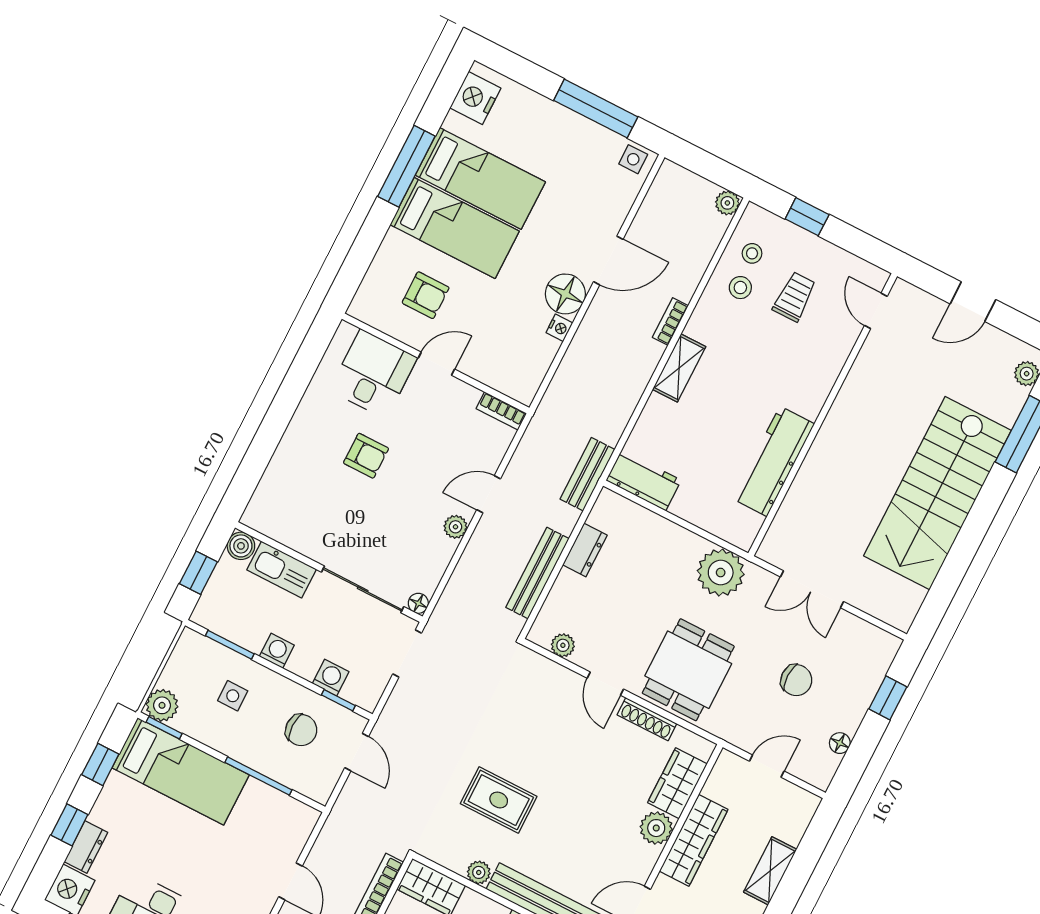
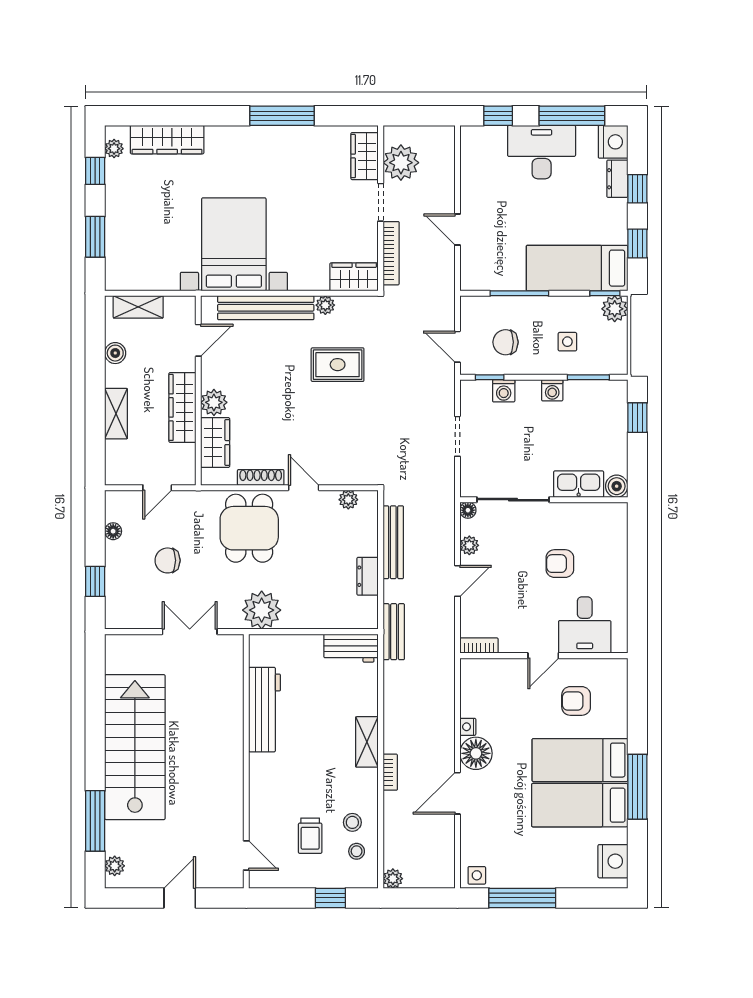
boiler: (241, 546) -> (617, 486), moved
kitchen sink: (282, 570) -> (579, 484), moved
wall: (329, 572) -> (544, 500), moved
sliding door: (363, 589) -> (513, 500), moved
floor lamp: (418, 603) -> (468, 510), moved

